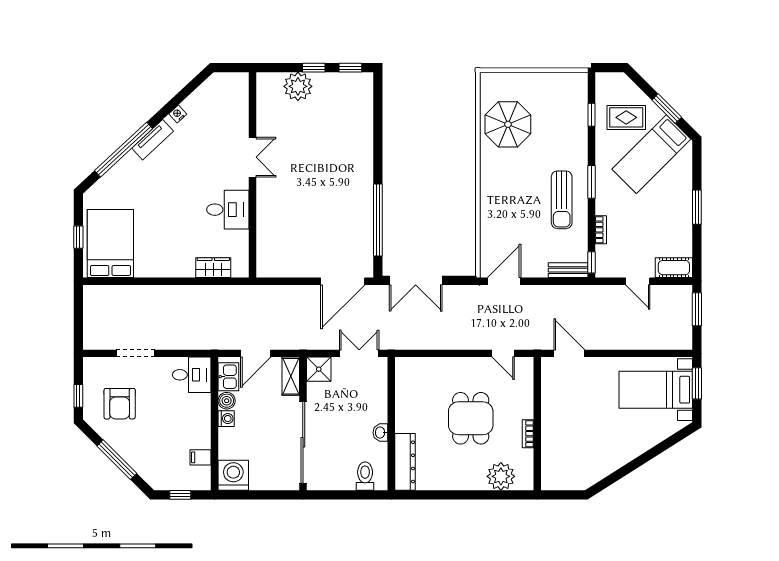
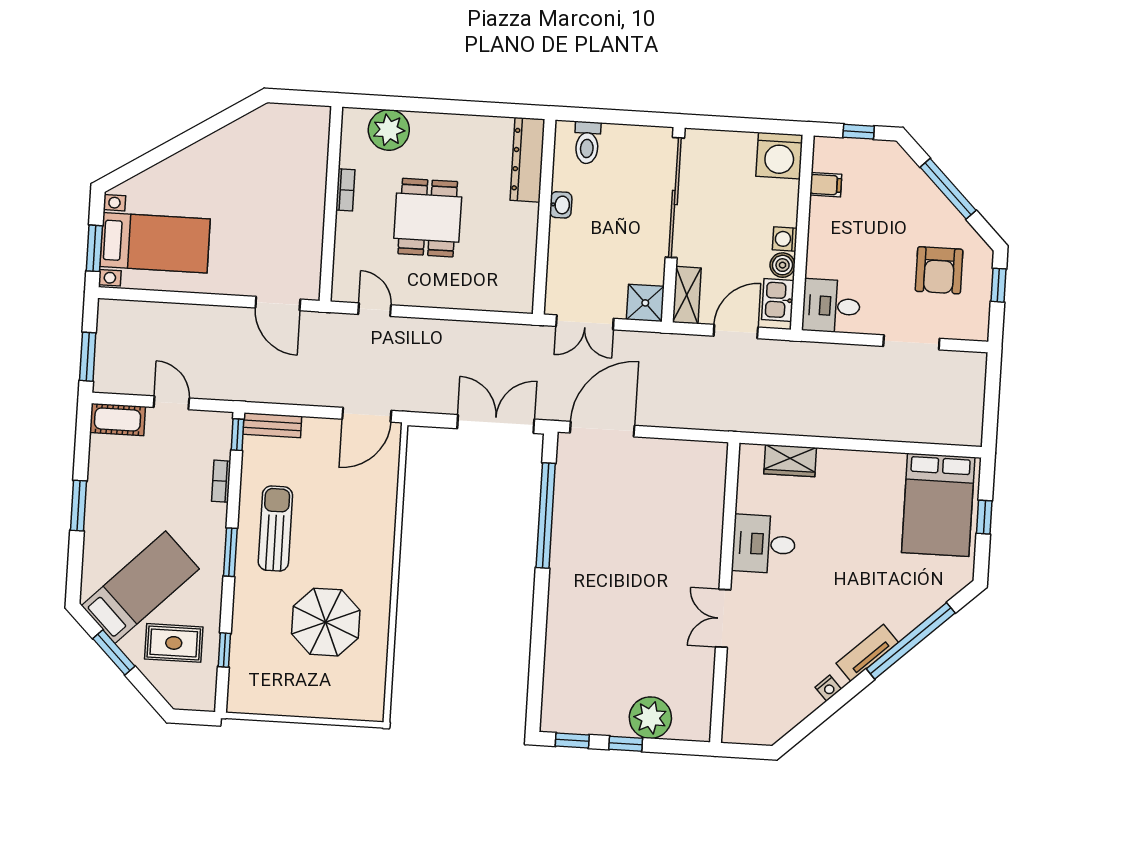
parasol: (508, 124) -> (326, 622), moved
armchair: (120, 404) -> (939, 270), turned 180

